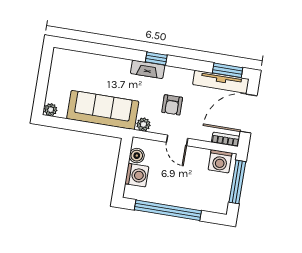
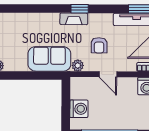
sofa: (103, 110) -> (49, 59), width x0.73
boiler: (137, 156) -> (76, 92), removed

